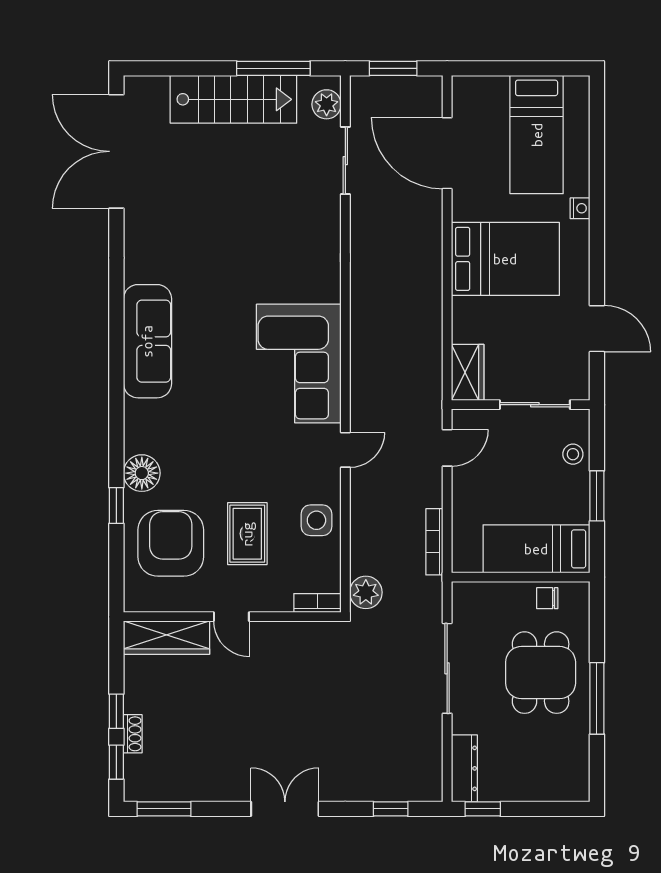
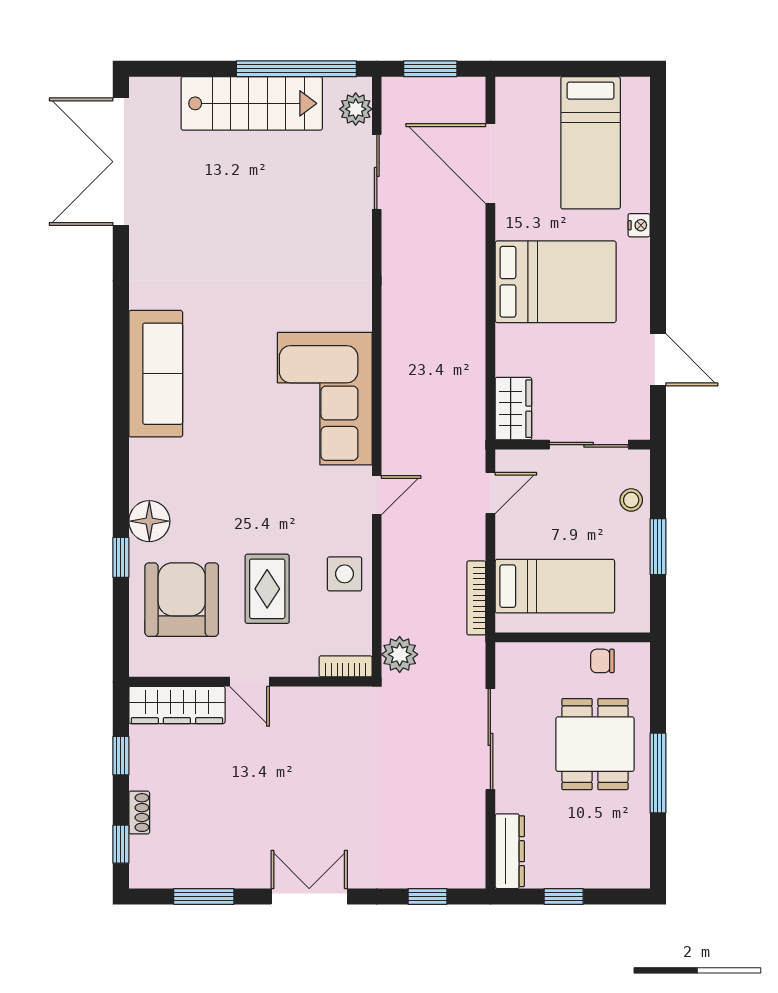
window: (273, 68) -> (296, 69), width x1.46
bed: (536, 549) -> (555, 586), moved, turned 180
window: (116, 711) -> (121, 756), moved
window: (164, 809) -> (204, 896), moved
window: (483, 809) -> (564, 896), moved

